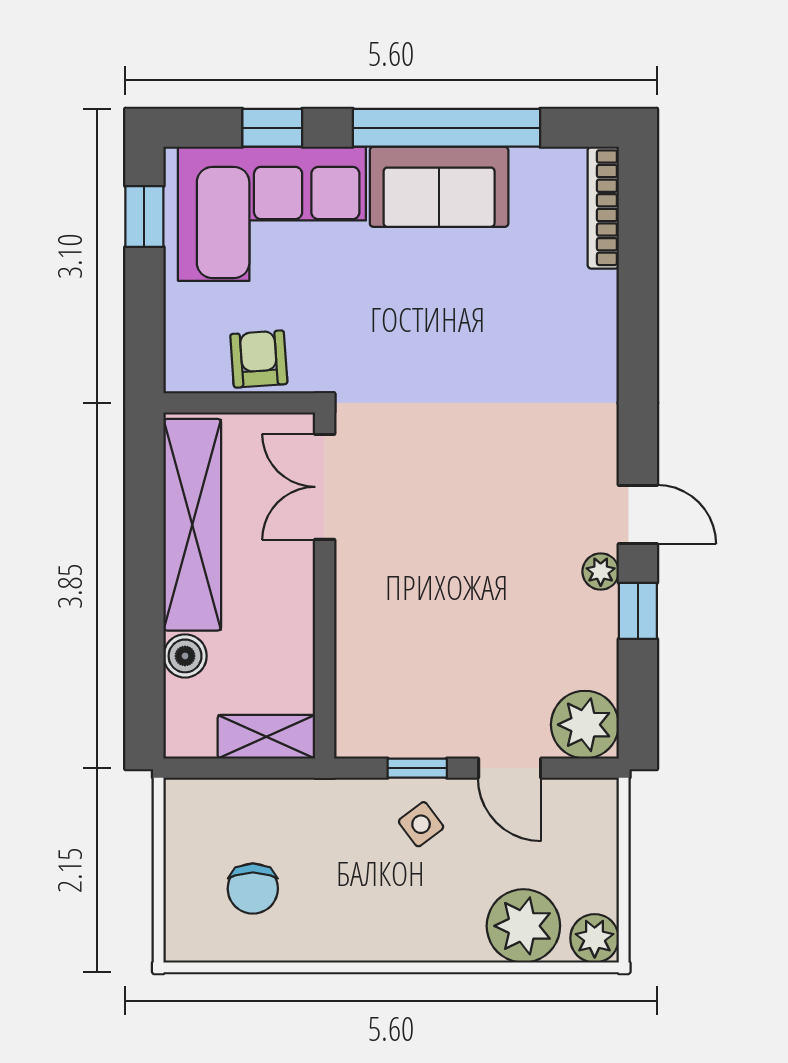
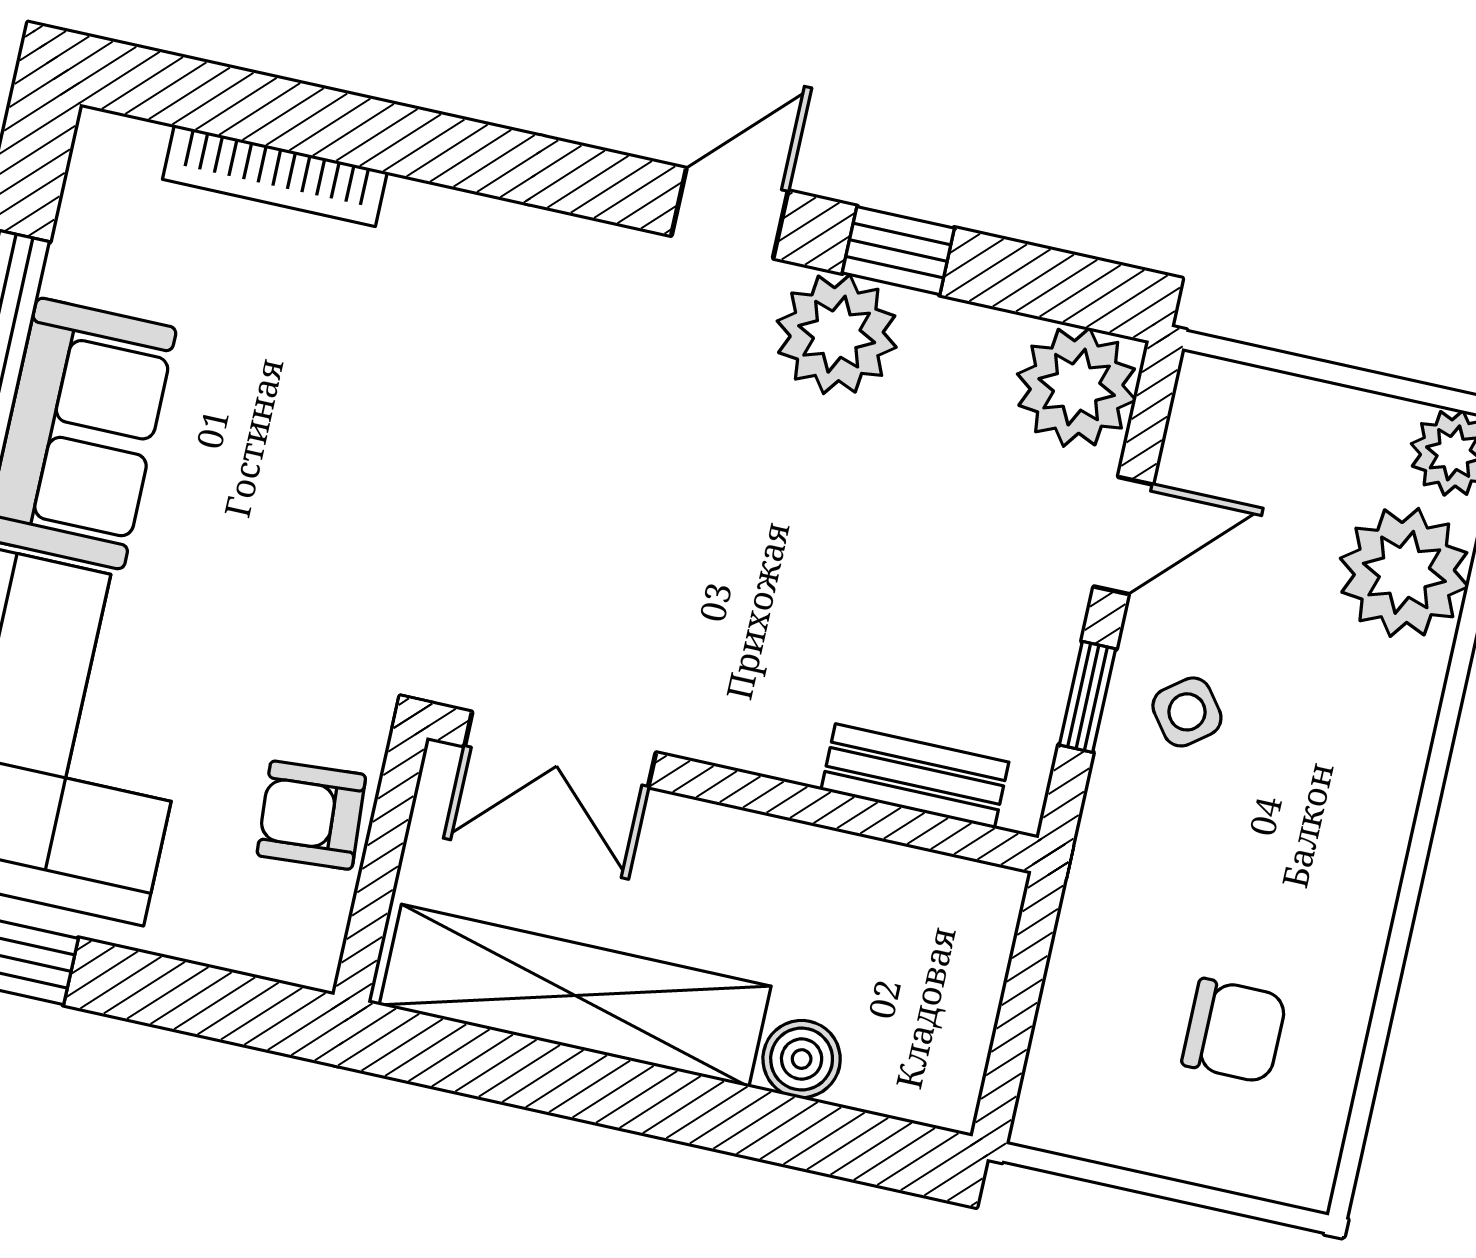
bookcase: (603, 208) -> (275, 176), moved
plant: (601, 572) -> (837, 334), width x1.88, depth x1.88
bench: (353, 684) -> (915, 776), added
shelving: (266, 737) -> (974, 948), removed

